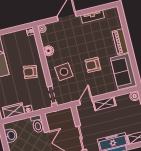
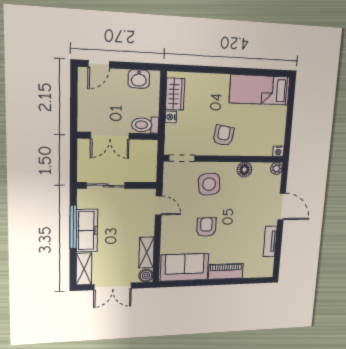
shelving: (104, 104) -> (147, 252), moved

